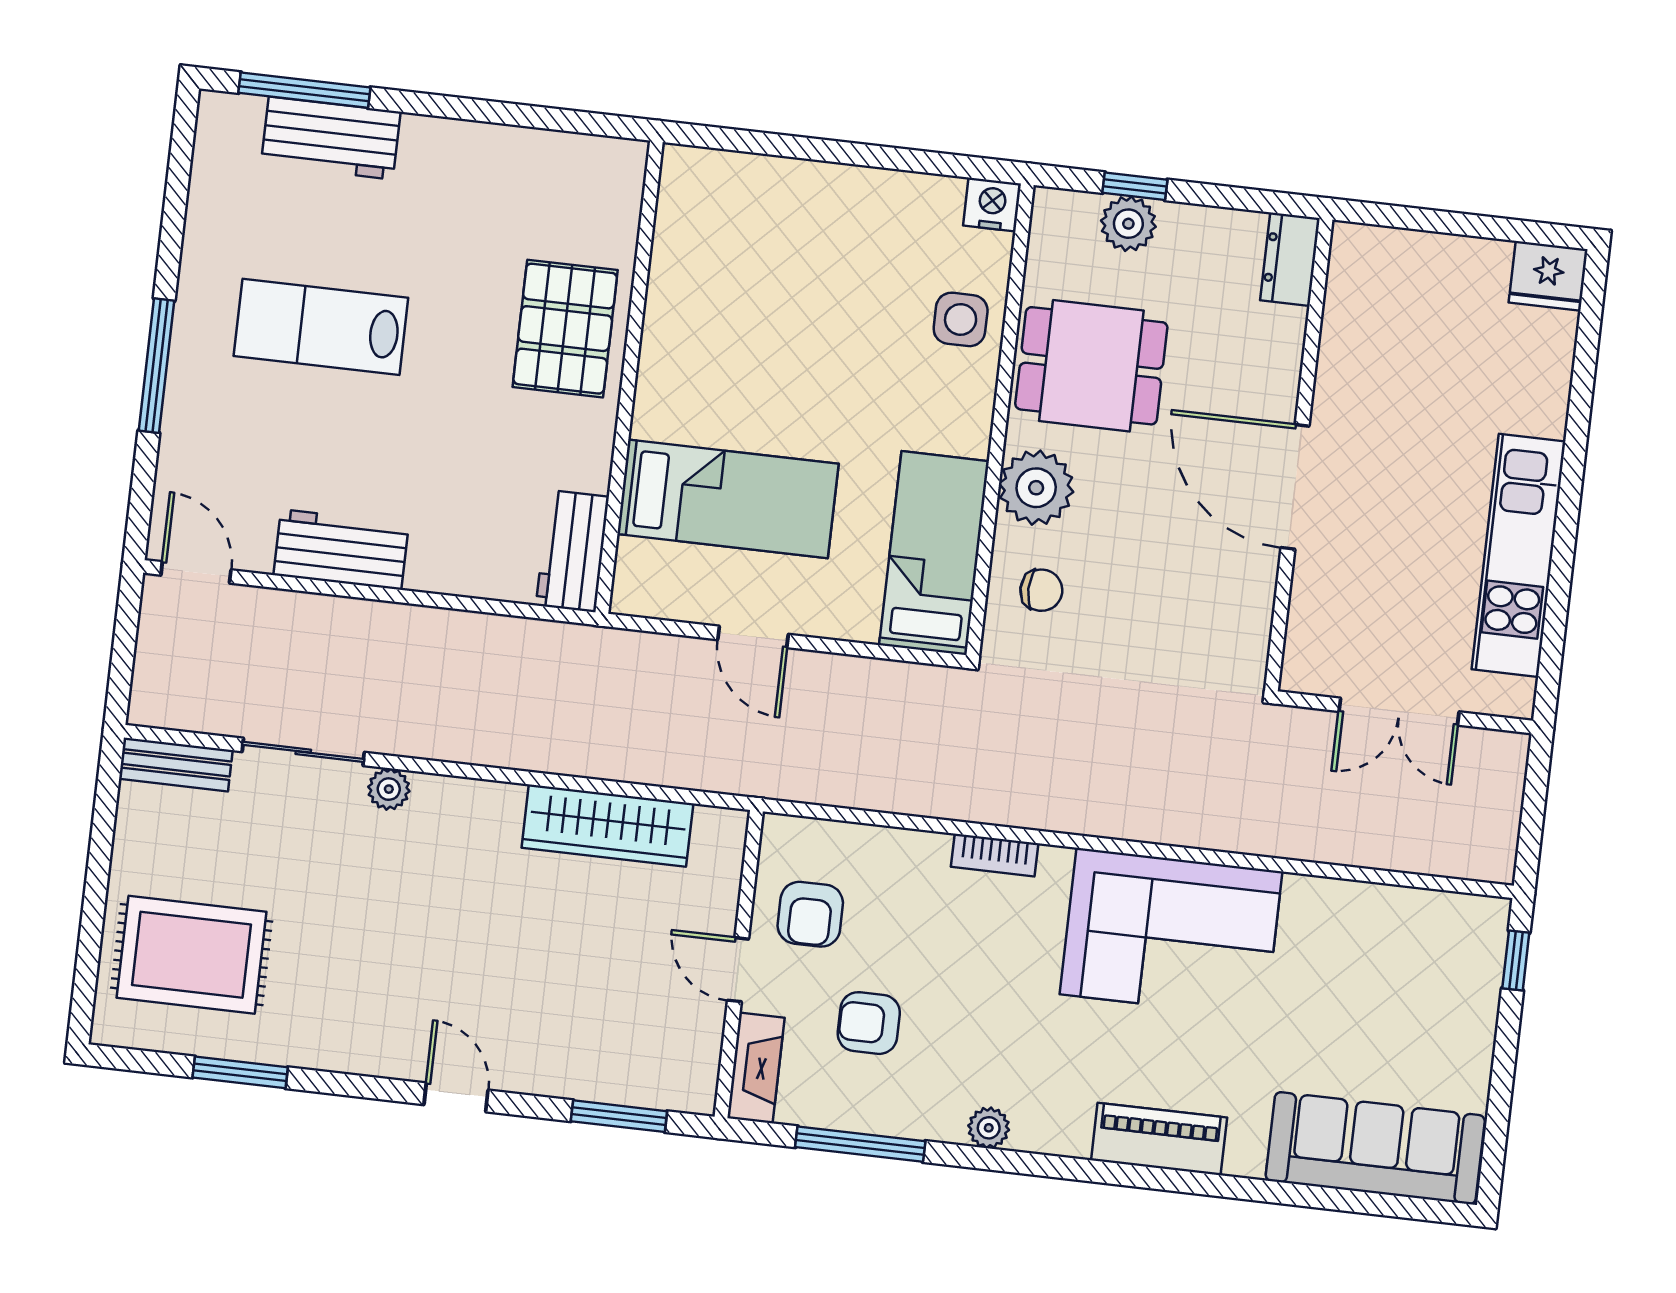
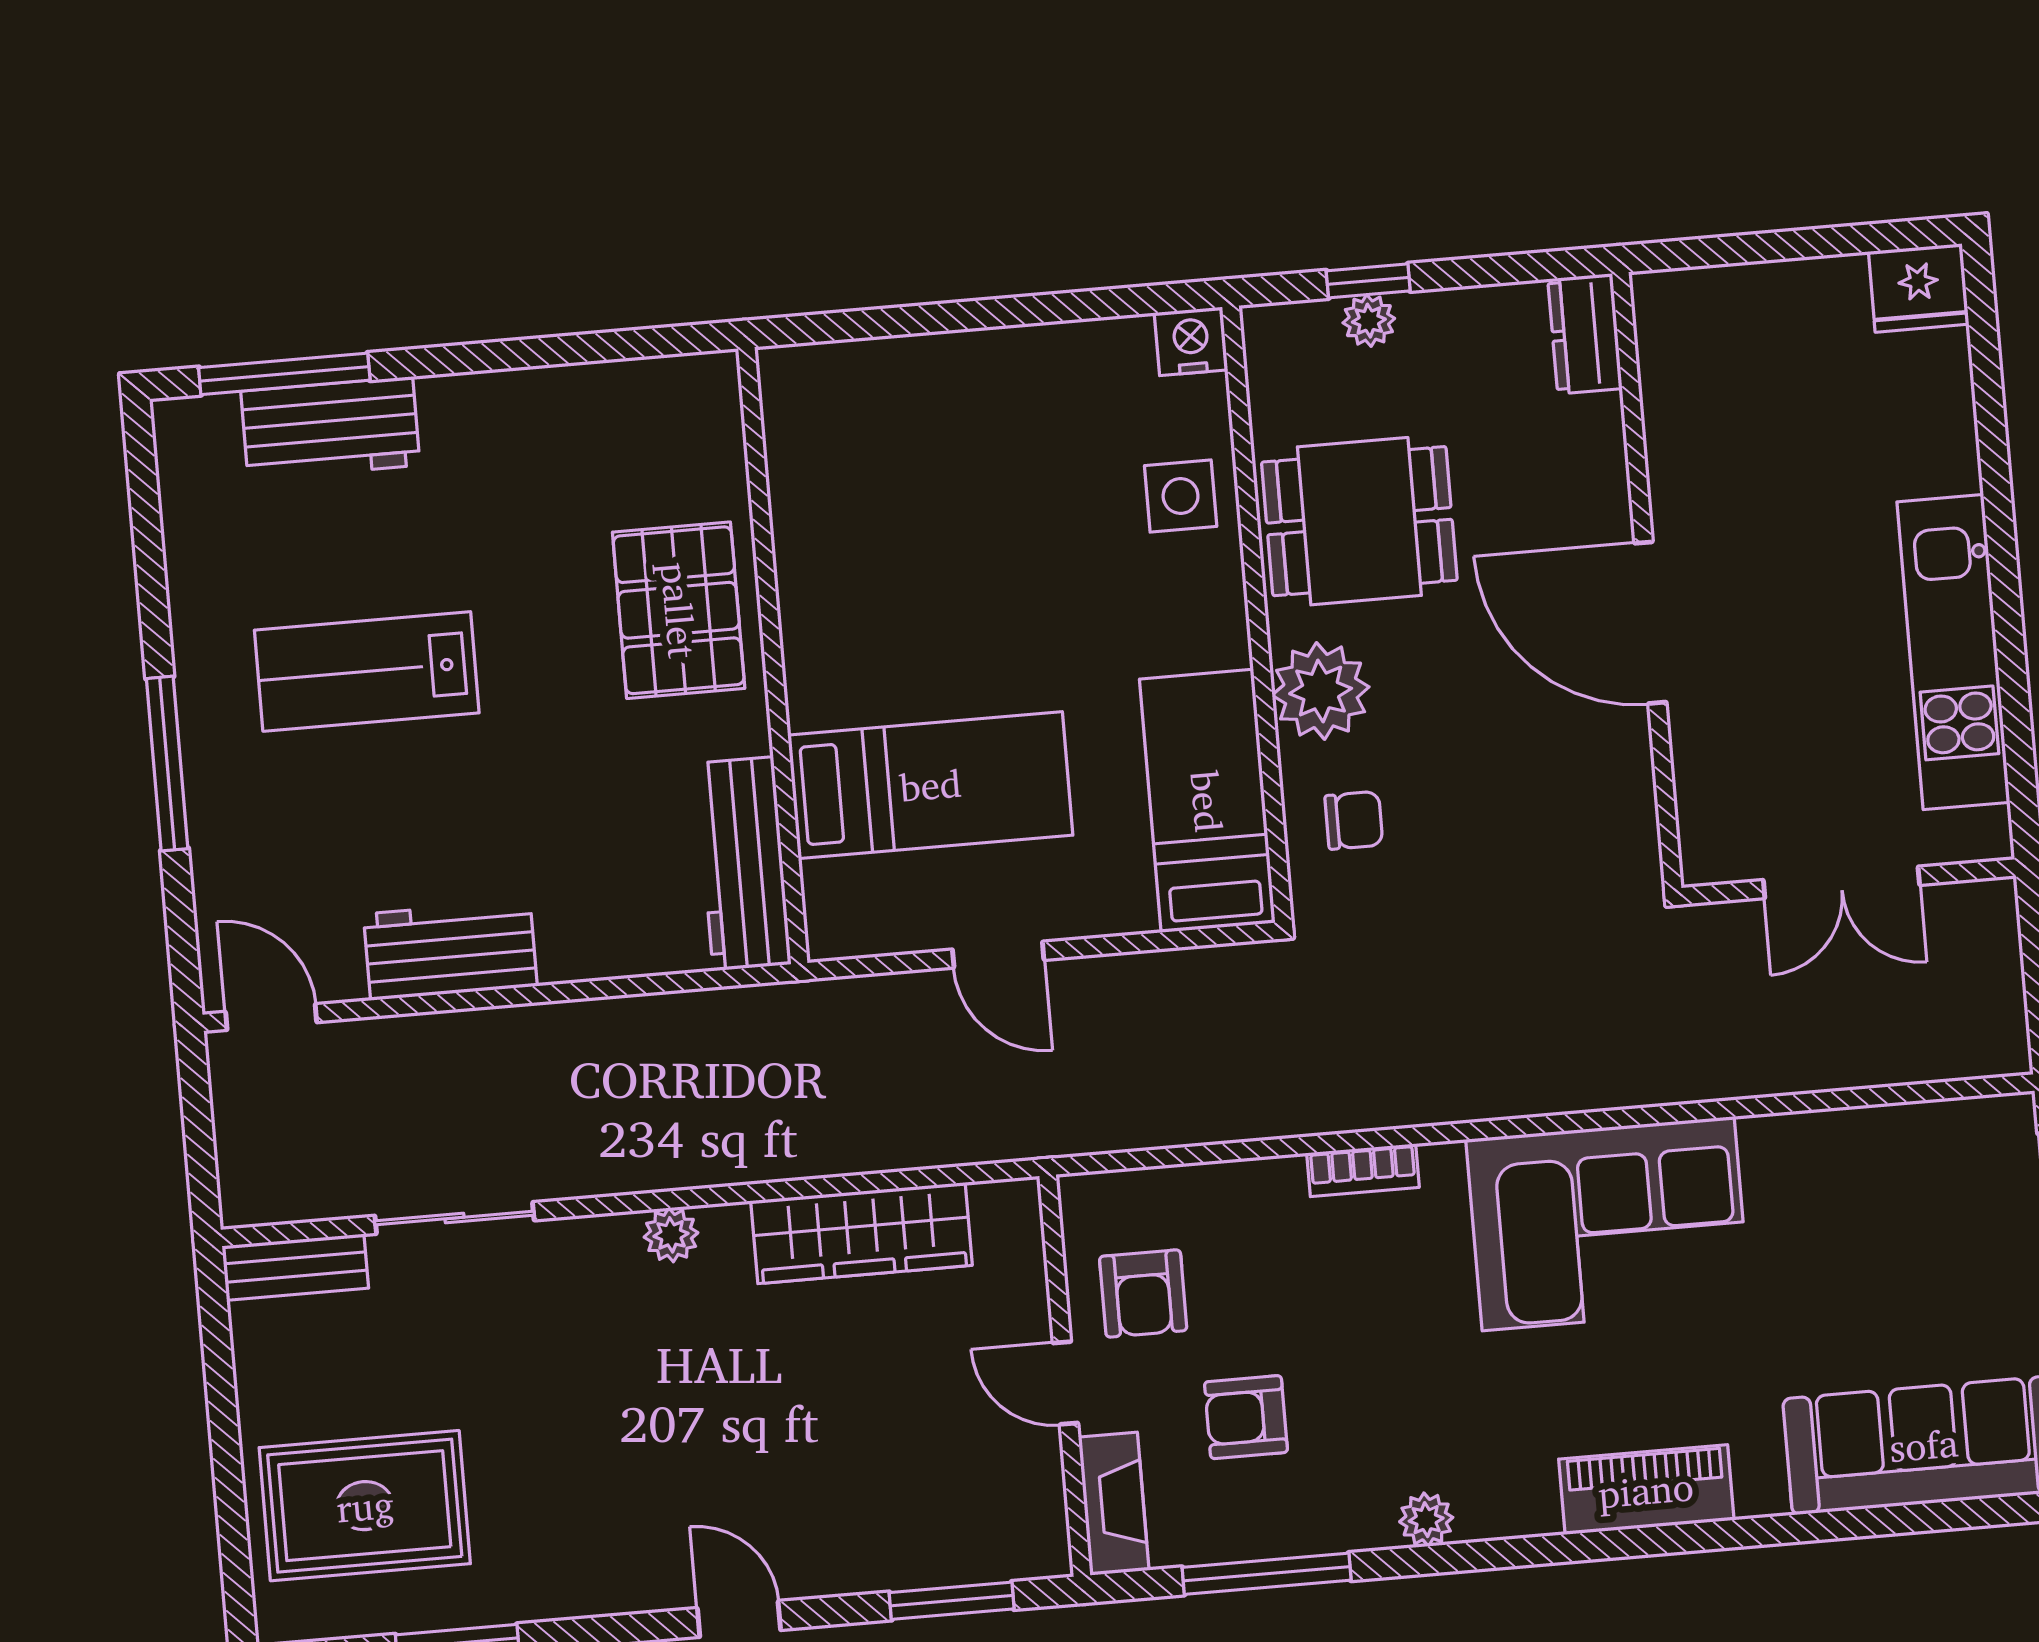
plant: (1128, 224) -> (1369, 321), width x0.73, depth x0.73
workbench: (572, 551) -> (743, 864), width x1.37
plant: (389, 789) -> (671, 1235), moved

